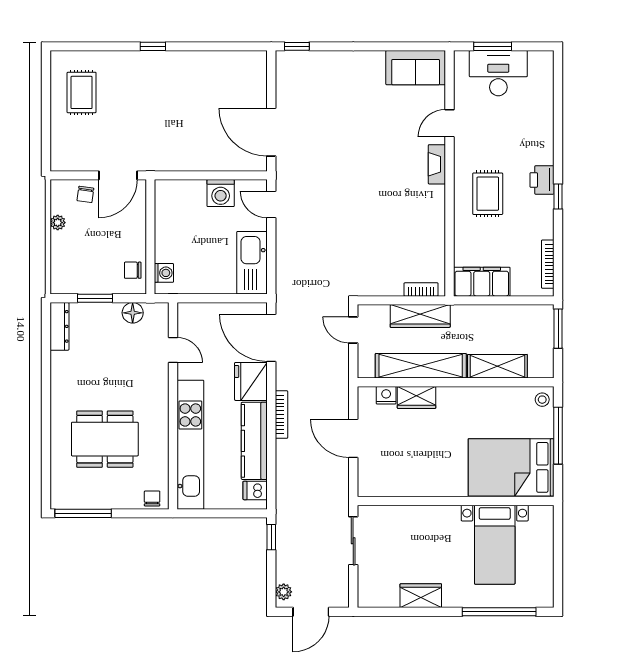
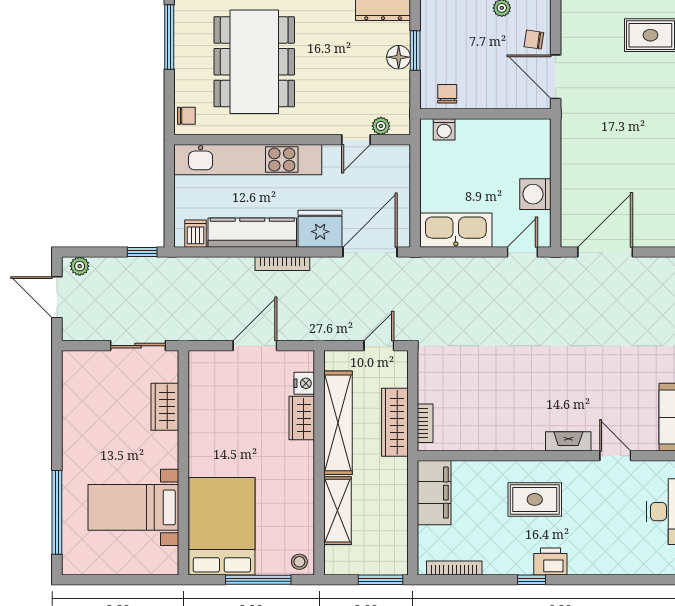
floor lamp: (133, 313) -> (399, 57), moved
plant: (161, 328) -> (381, 126), added
dining table: (105, 439) -> (254, 62), width x1.36, depth x1.24
wardrobe: (421, 596) -> (165, 407), moved, turned 180

